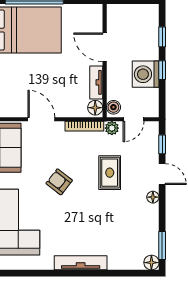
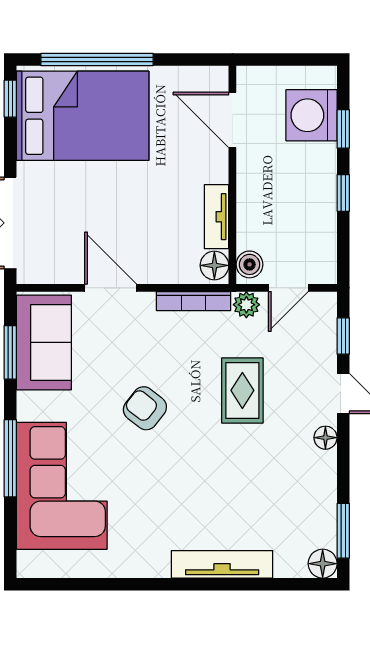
door: (105, 47) -> (232, 120), moved
washing machine: (146, 74) -> (311, 115), moved
tv unit: (81, 263) -> (222, 564), moved

